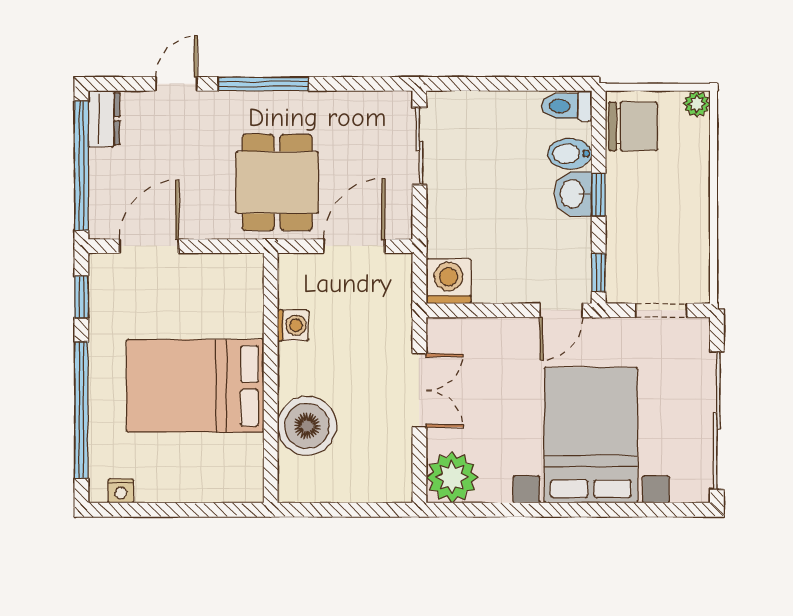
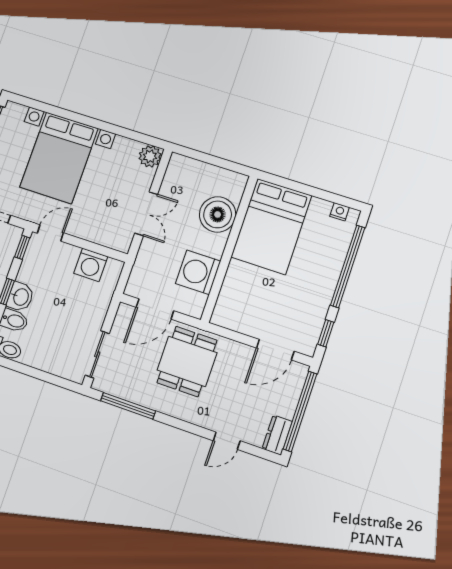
window: (263, 84) -> (128, 406), moved
washing machine: (449, 281) -> (91, 265), moved
washing machine: (293, 325) -> (198, 272), width x1.89, depth x1.89
bed: (195, 386) -> (271, 226), moved, turned 90
double door: (419, 390) -> (146, 214), swing flipped
plant: (452, 477) -> (150, 156), width x0.73, depth x0.73

